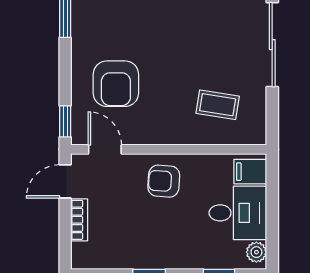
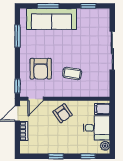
coffee table: (218, 105) -> (72, 73), moved
door: (105, 149) -> (36, 99), swing flipped
armchair: (164, 181) -> (63, 113), turned -129

